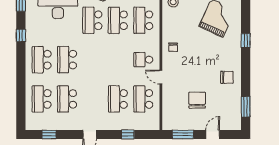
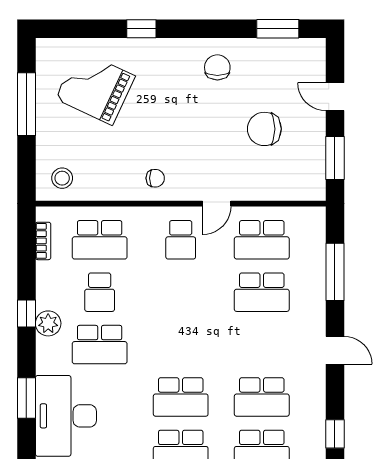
school desk: (118, 20) -> (100, 292), width x0.54
window: (128, 134) -> (335, 272), width x2.17

